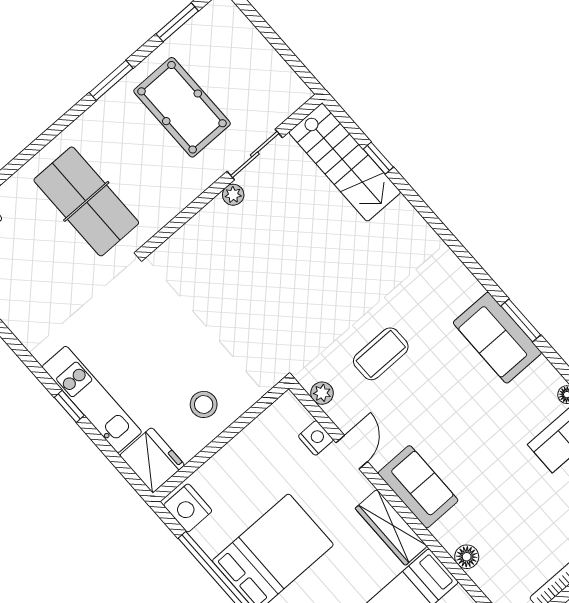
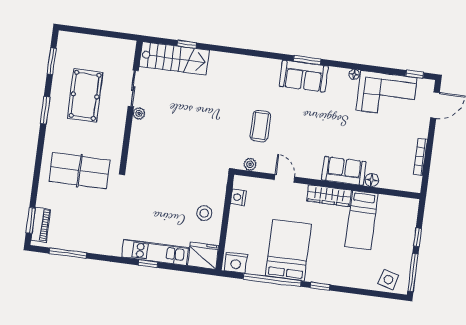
pool table: (182, 107) -> (85, 95), turned 90
nightstand: (316, 438) -> (238, 197), moved, turned -90
sofa: (418, 487) -> (344, 171), moved

